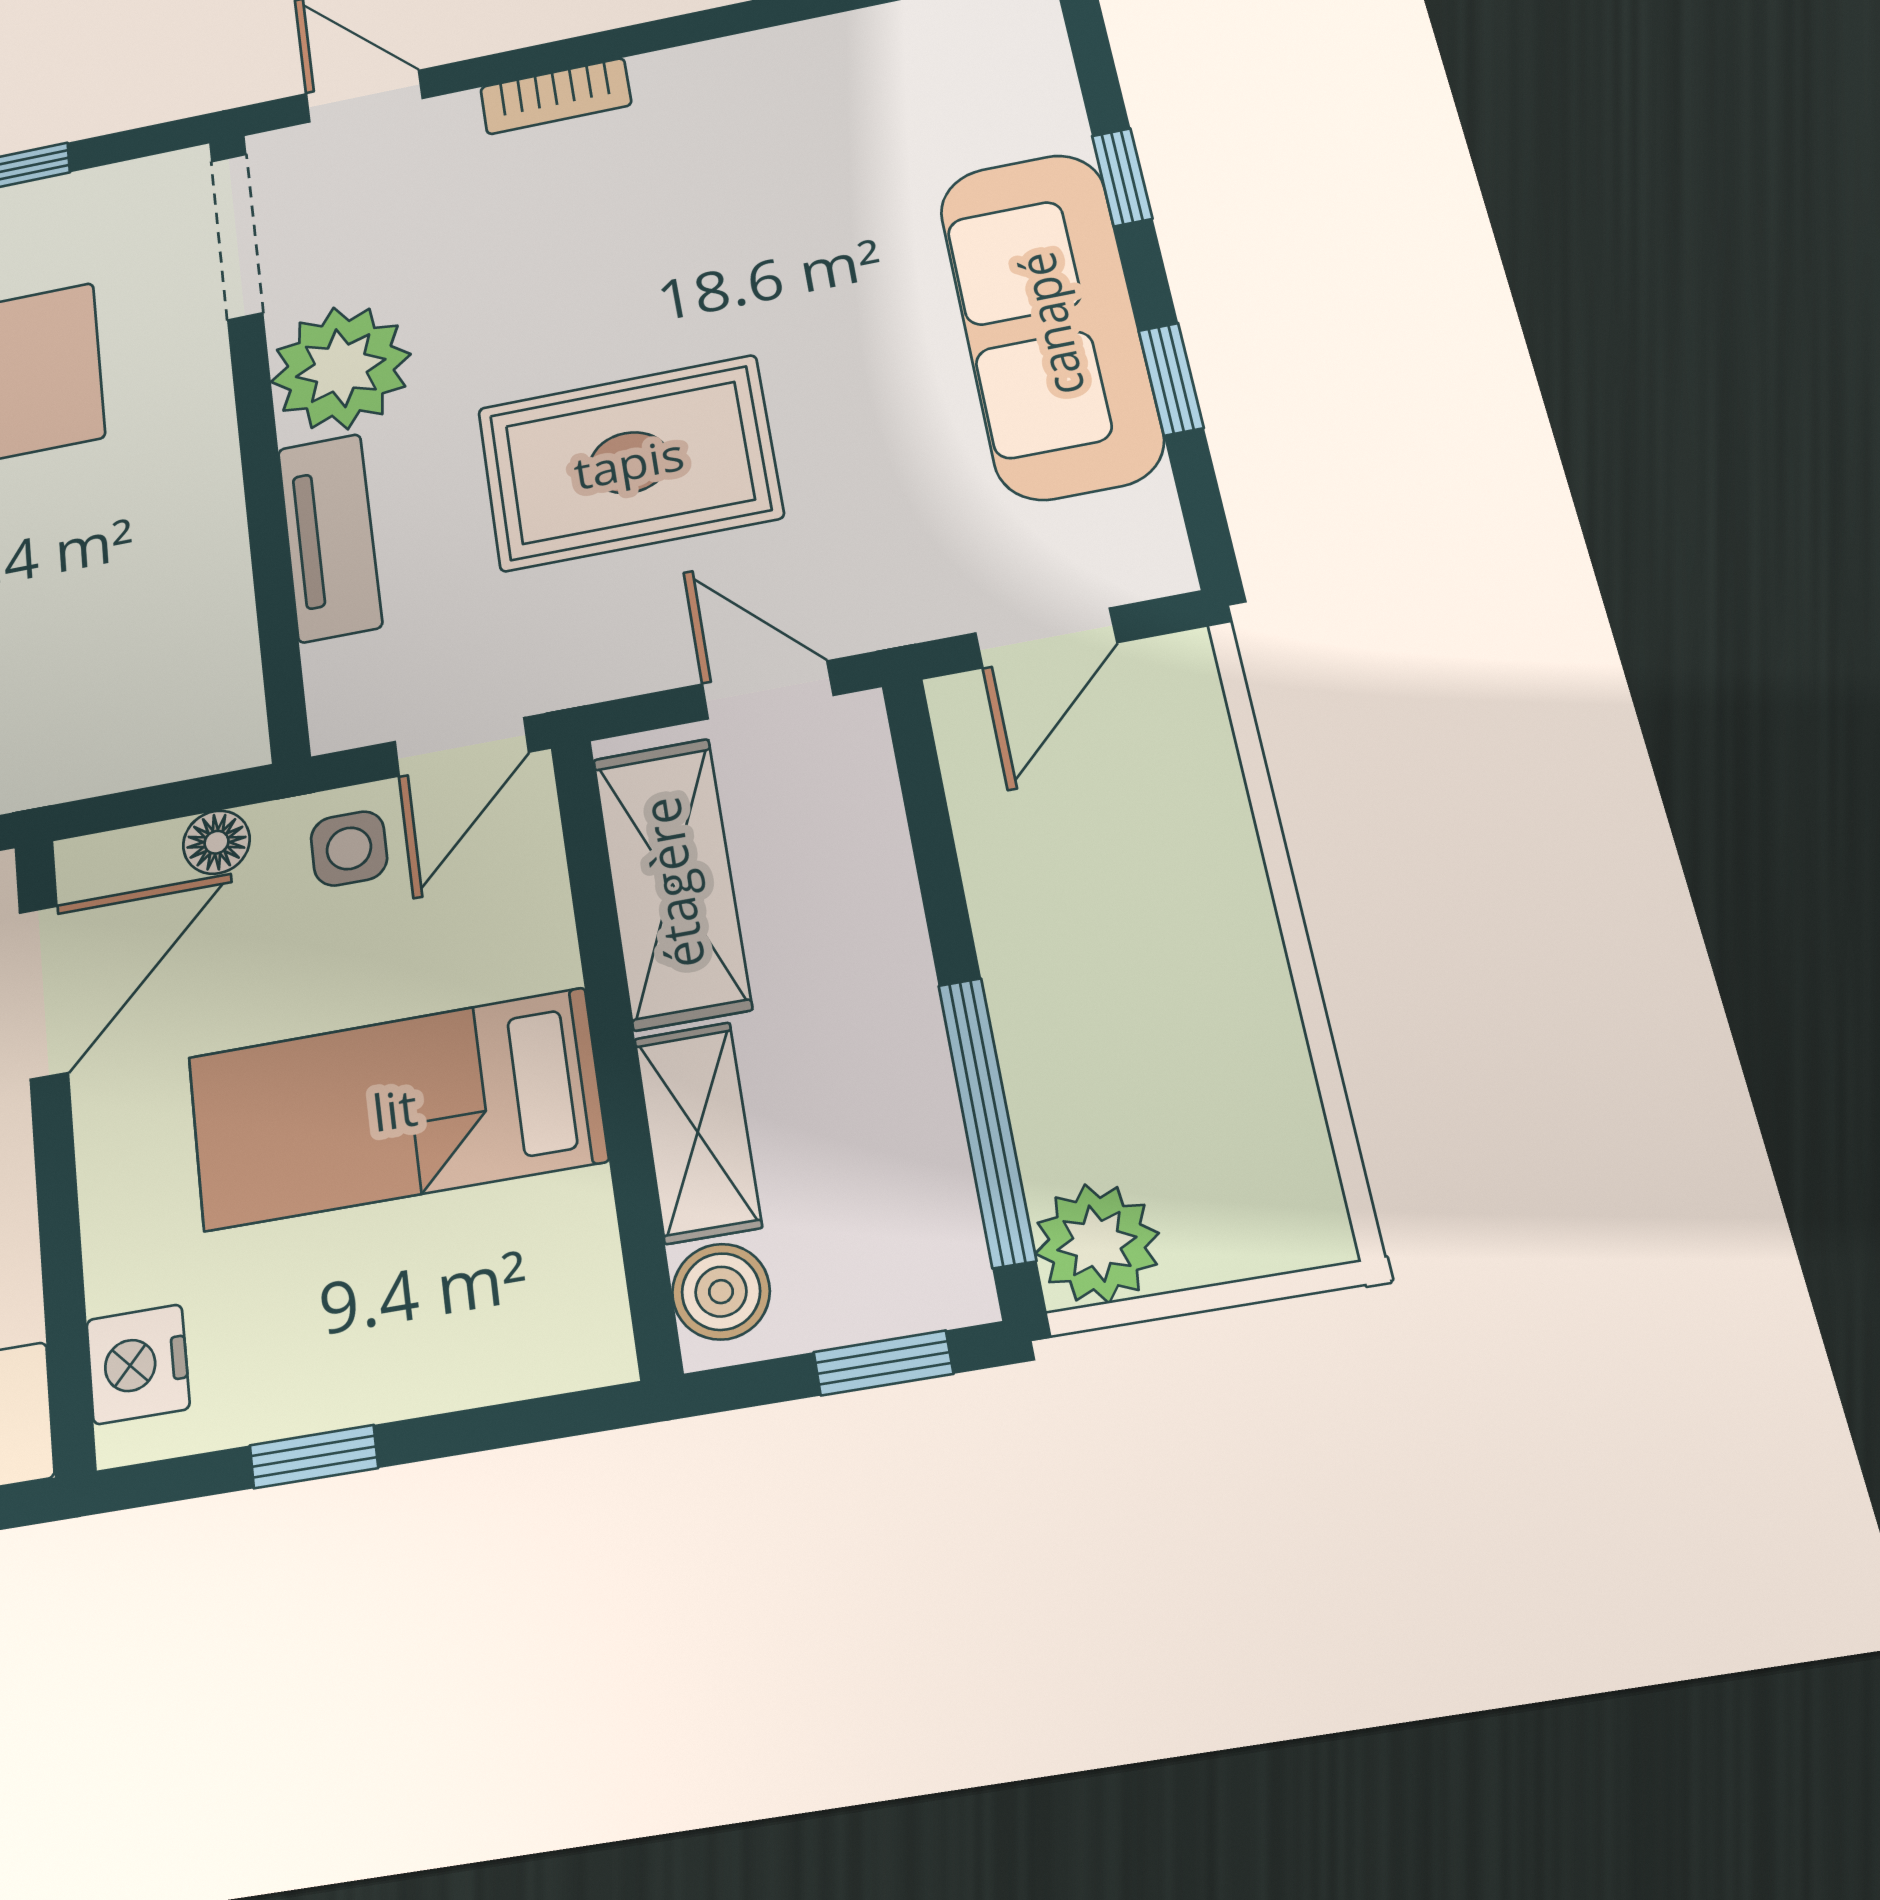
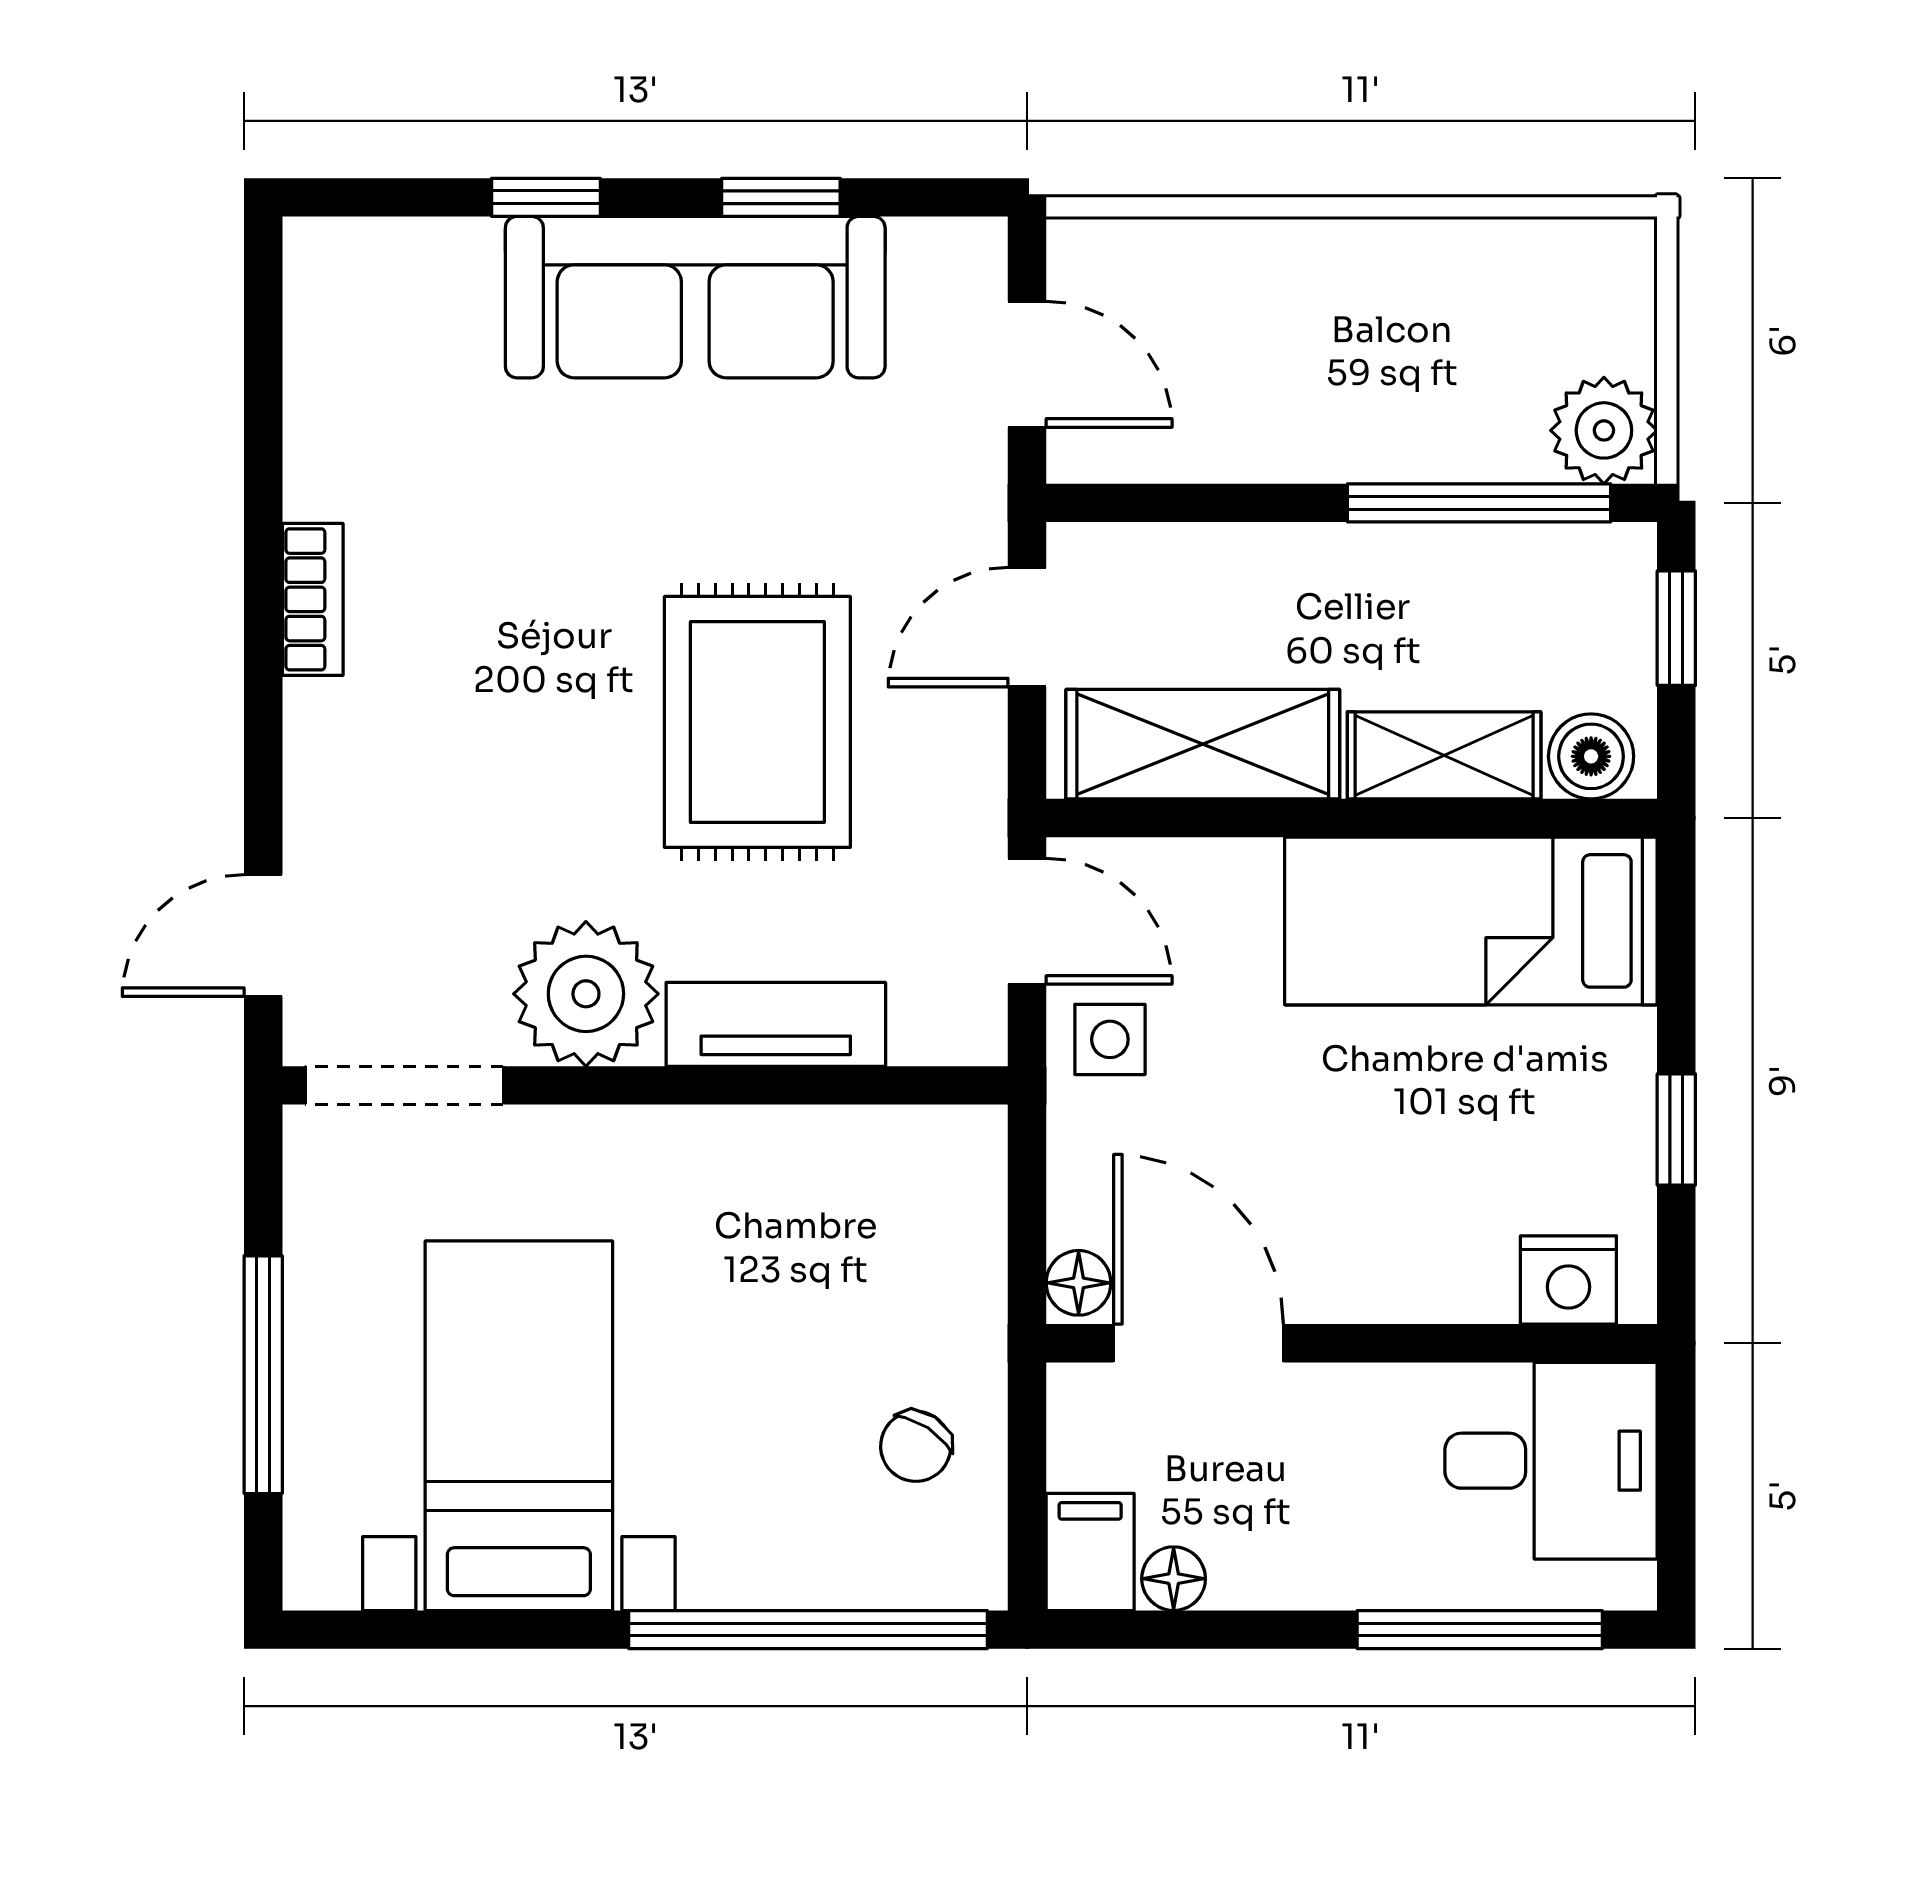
bookcase: (556, 96) -> (313, 599), moved
floor lamp: (216, 842) -> (1079, 1283), moved
bed: (395, 1109) -> (1471, 921), moved, turned 90

